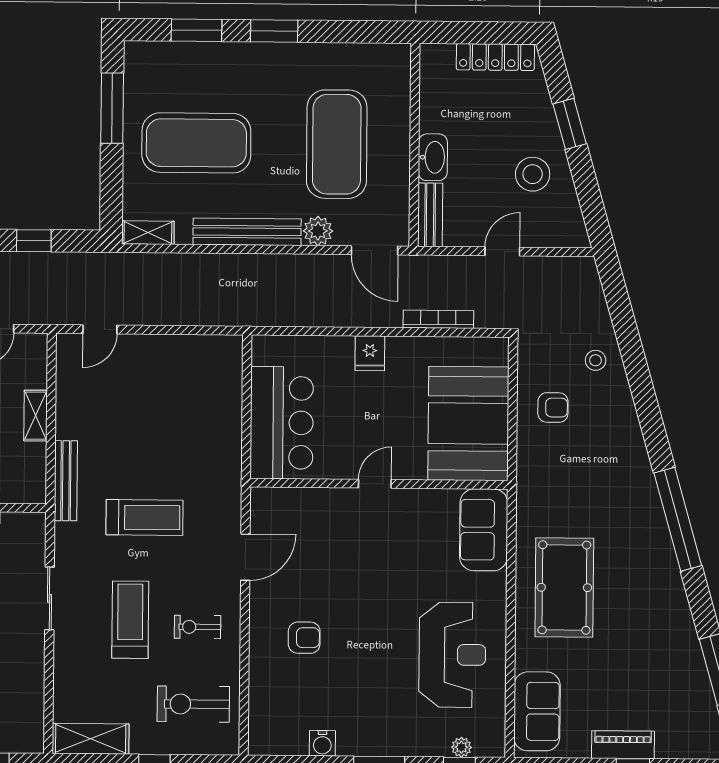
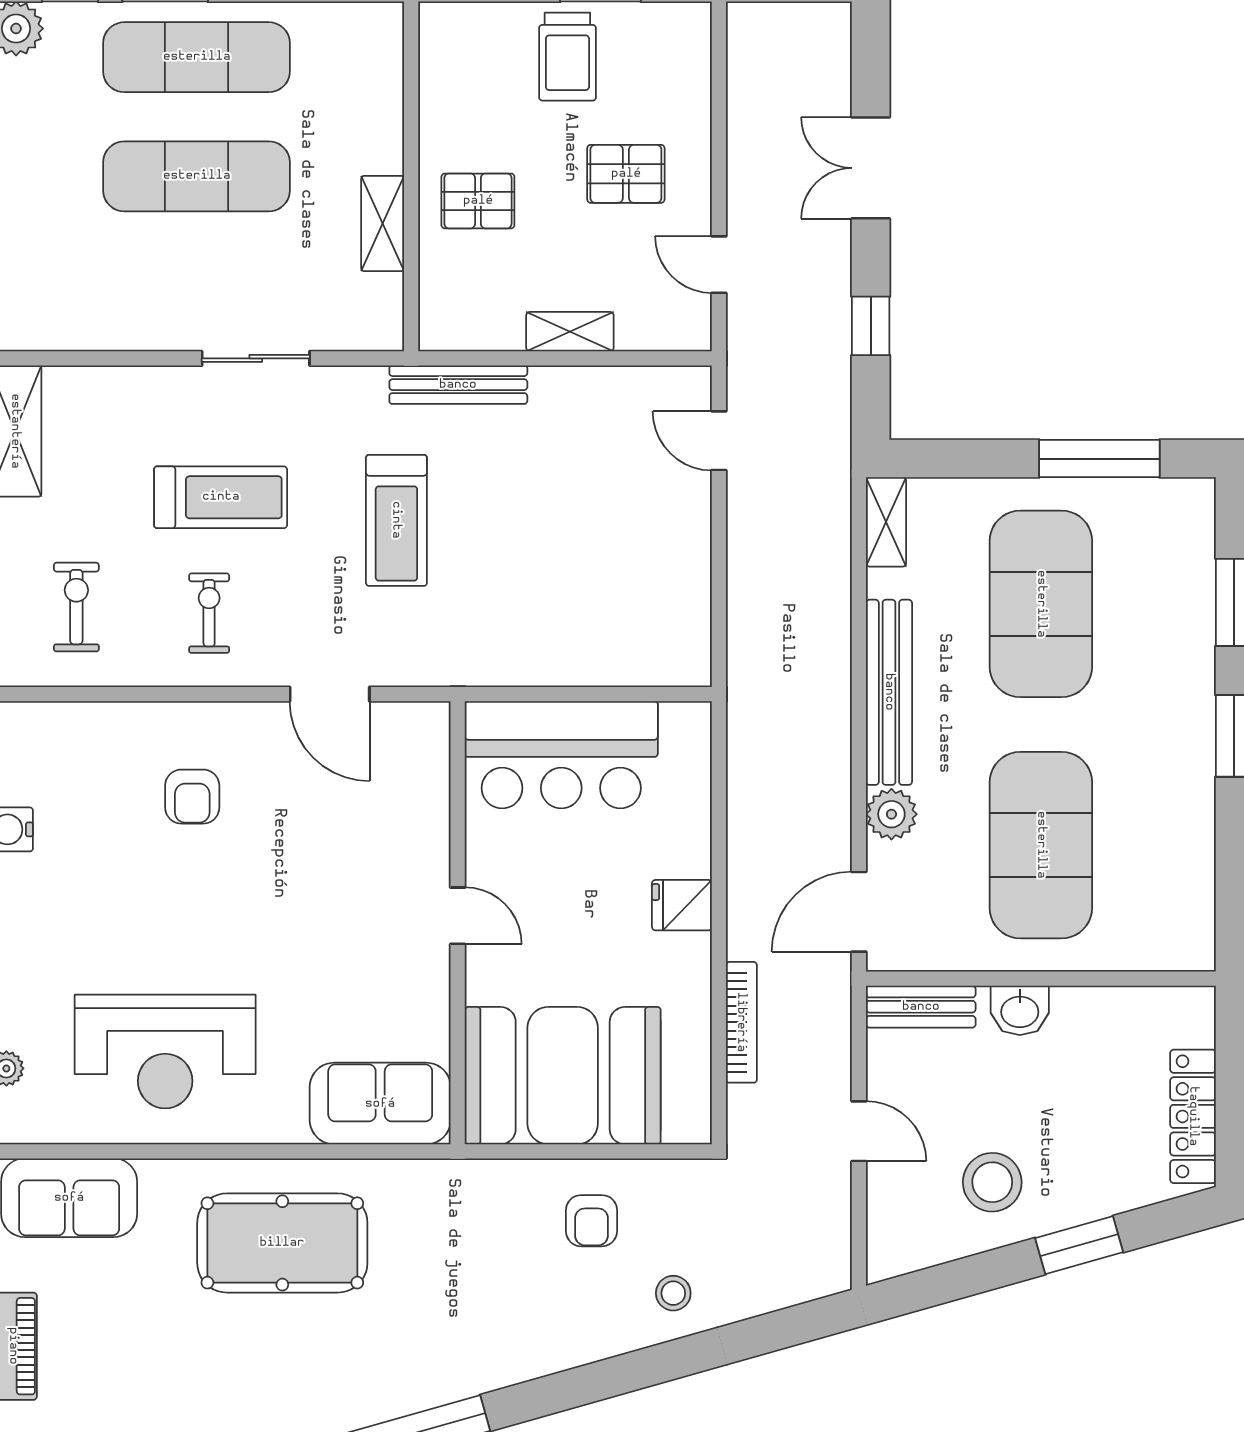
exercise mat: (337, 144) -> (1041, 845), turned 90
washbasin: (433, 157) -> (1020, 1010), width x0.72
exercise bike: (193, 704) -> (76, 607), width x0.73, depth x0.72

